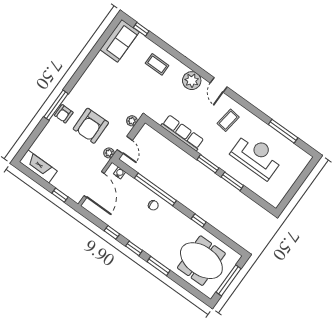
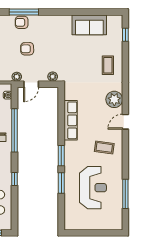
sofa: (120, 41) -> (89, 25), moved
armchair: (91, 126) -> (27, 49), width x0.53, depth x0.53

